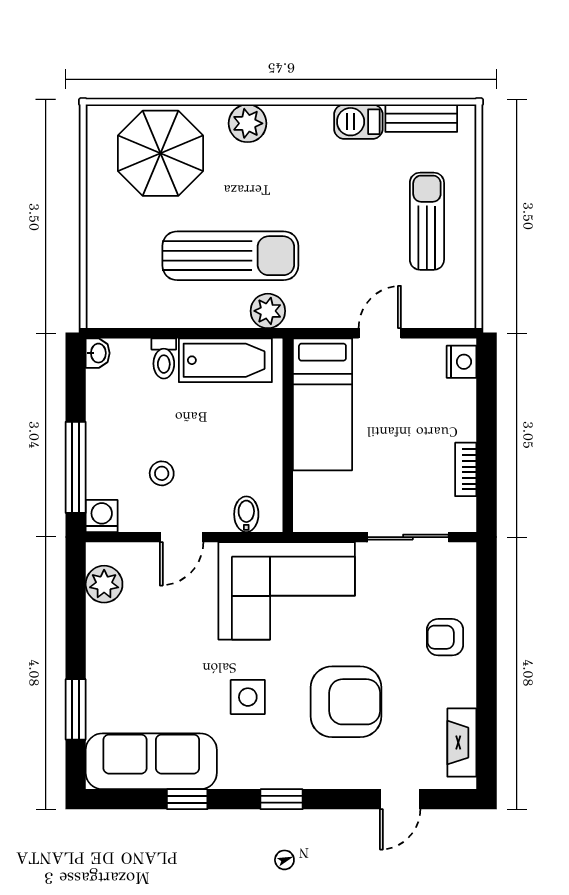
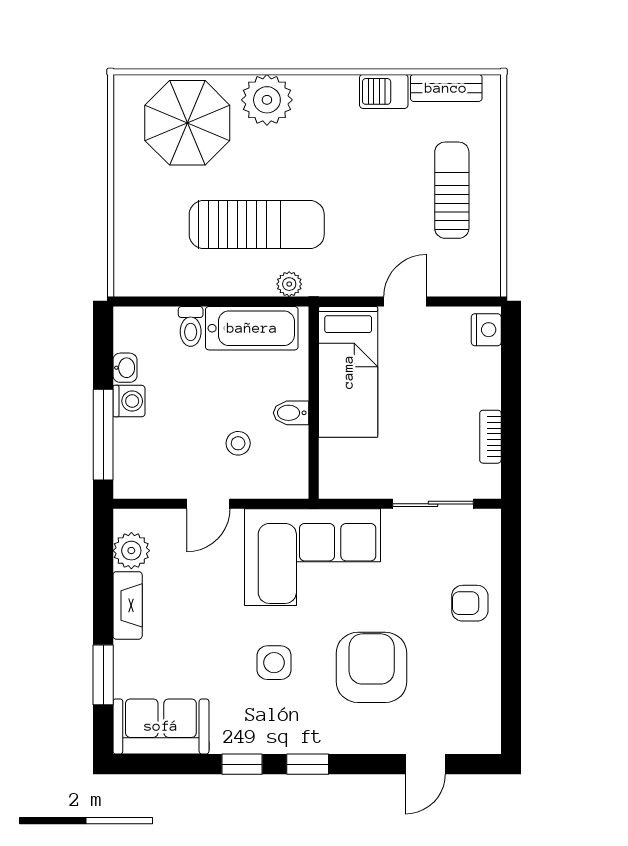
plant: (248, 123) -> (267, 100), width x1.36, depth x1.36
plant: (268, 311) -> (289, 284), width x0.73, depth x0.73
washbasin: (98, 353) -> (125, 368), moved
stool: (162, 473) -> (238, 443), moved
bidet: (246, 514) -> (291, 413), moved, turned -90
washing machine: (102, 516) -> (129, 401), moved, turned 90
armchair: (346, 702) -> (372, 667), turned -90
fireplace: (462, 743) -> (128, 605), moved, turned 180
sofa: (151, 761) -> (161, 726), width x0.73
window: (187, 799) -> (242, 764), moved

